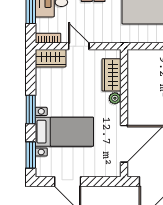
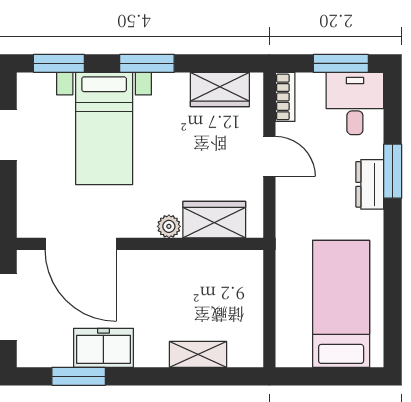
door: (79, 46) -> (269, 156), hinge flipped
wardrobe: (51, 58) -> (220, 90), moved, turned -90

